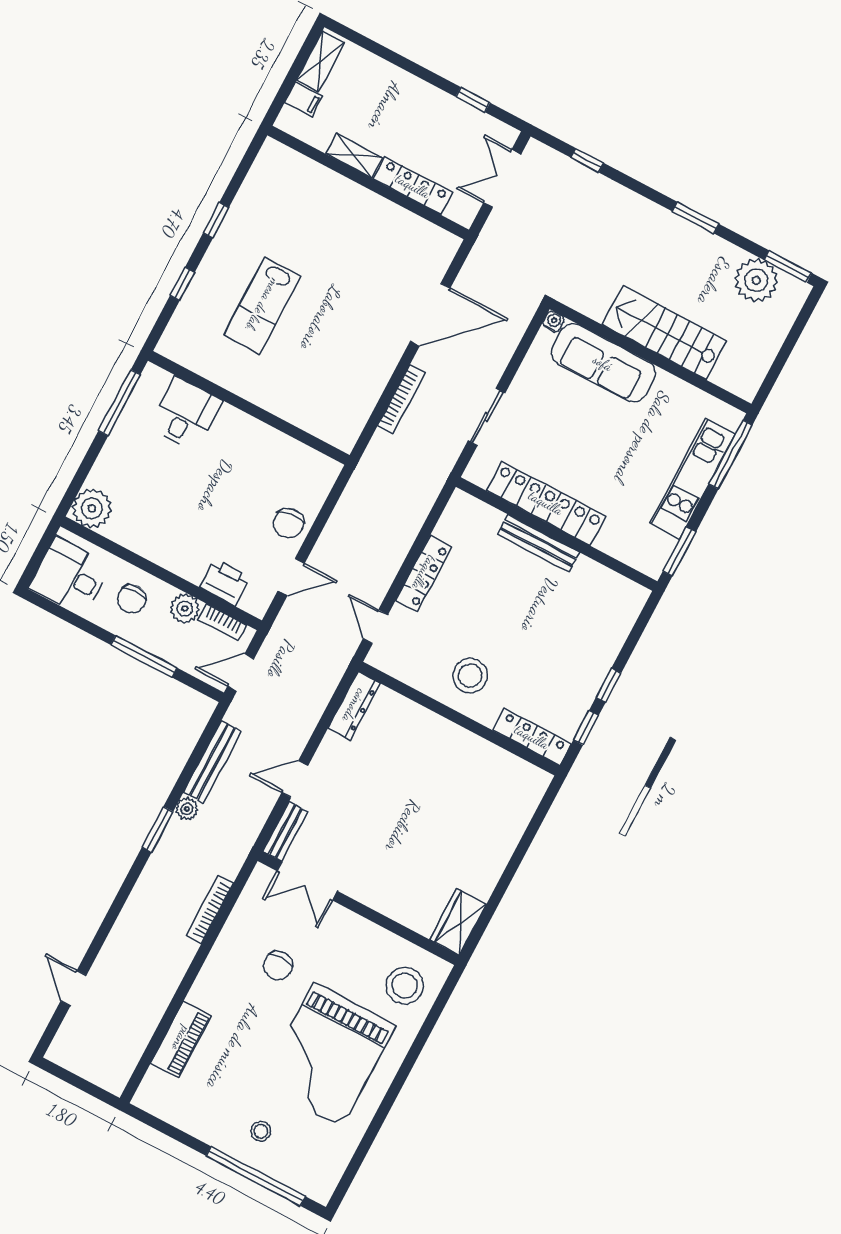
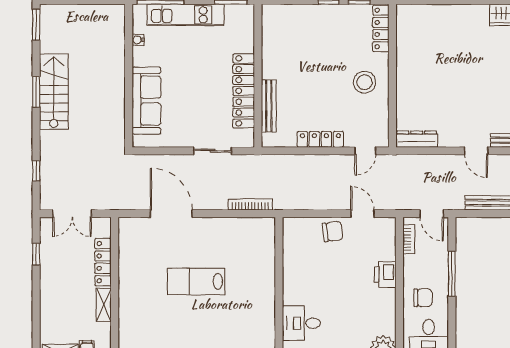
plant: (756, 280) -> (53, 38), removed
lab bench: (262, 306) -> (196, 281), moved, turned 180
water cooler: (553, 322) -> (138, 40), moved
stairs: (664, 333) -> (54, 92), moved, turned 180
bookcase: (401, 399) -> (250, 204), moved
bench: (538, 543) -> (269, 106), moved
printer: (225, 582) -> (385, 275), moved
plant: (185, 609) -> (412, 265), removed

